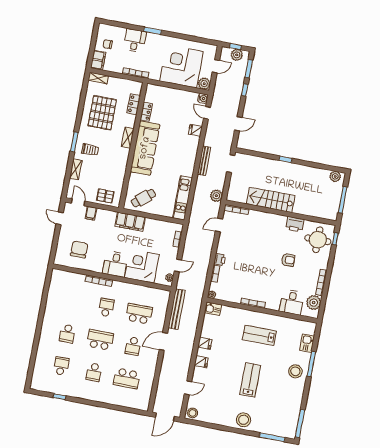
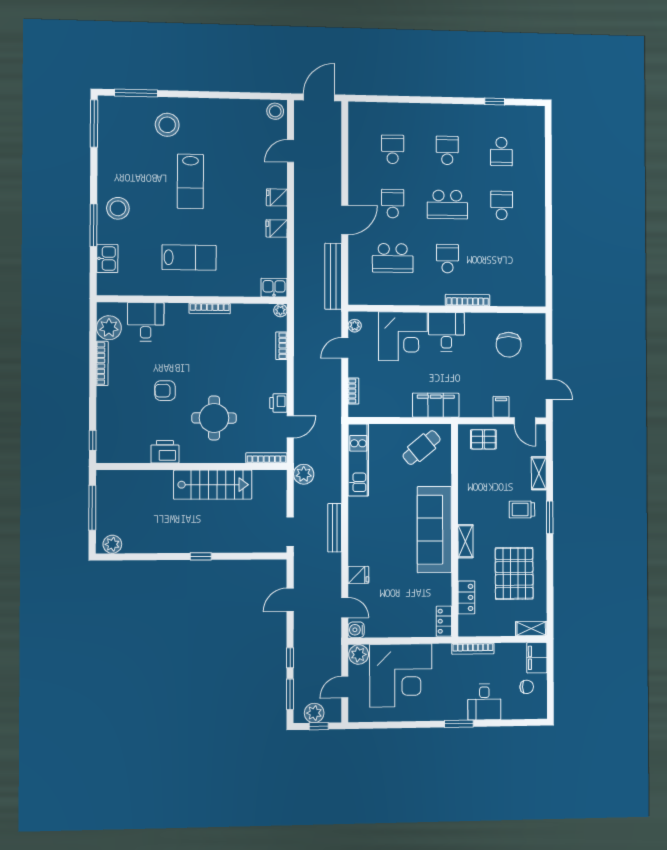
locker: (146, 112) -> (444, 621), moved
round table: (318, 240) -> (214, 418), moved
printer: (220, 260) -> (278, 403), moved
school desk: (106, 307) -> (447, 259), turned 180
school desk: (127, 378) -> (393, 149), width x0.54
stool: (244, 420) -> (167, 125), moved

